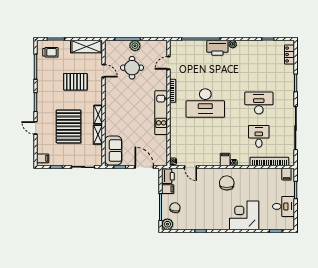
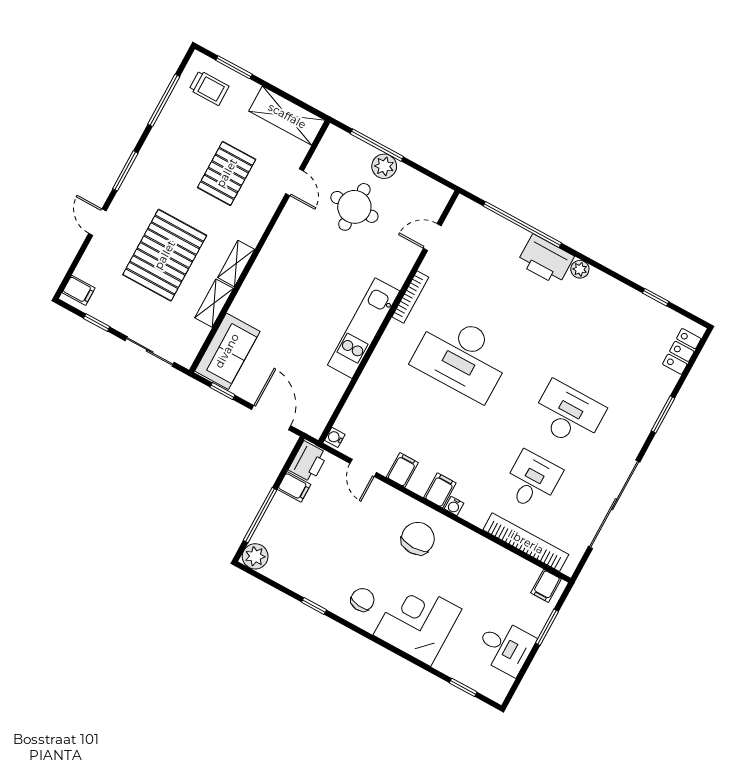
pallet: (75, 82) -> (227, 173), turned 90
filing cabinet: (206, 160) -> (402, 470), added
chair: (175, 208) -> (362, 600), moved

